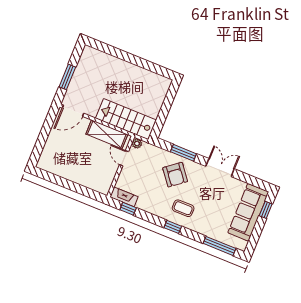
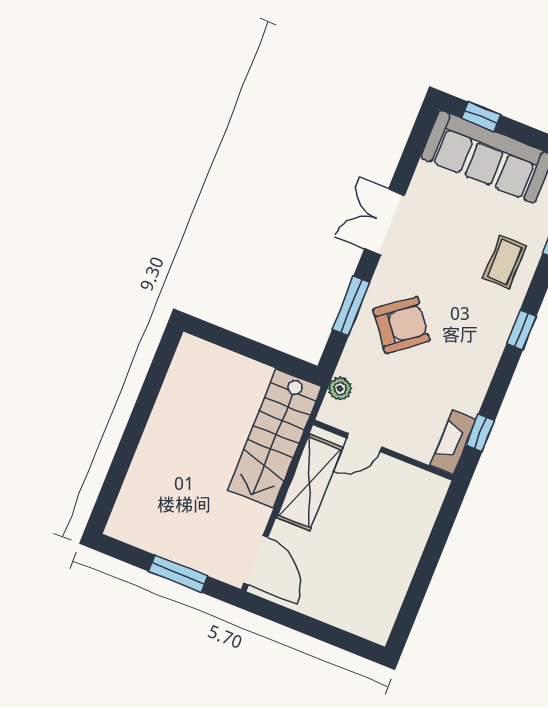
plant: (137, 143) -> (340, 389), moved
coffee table: (183, 208) -> (505, 262), moved

